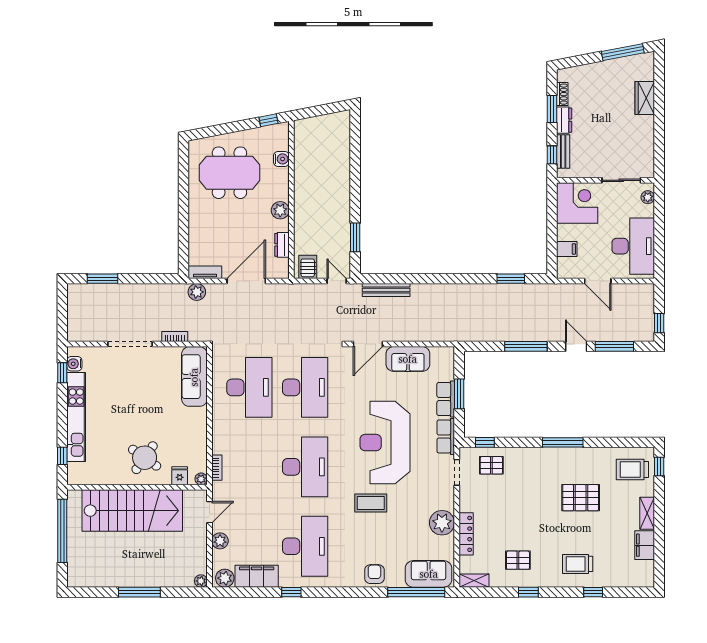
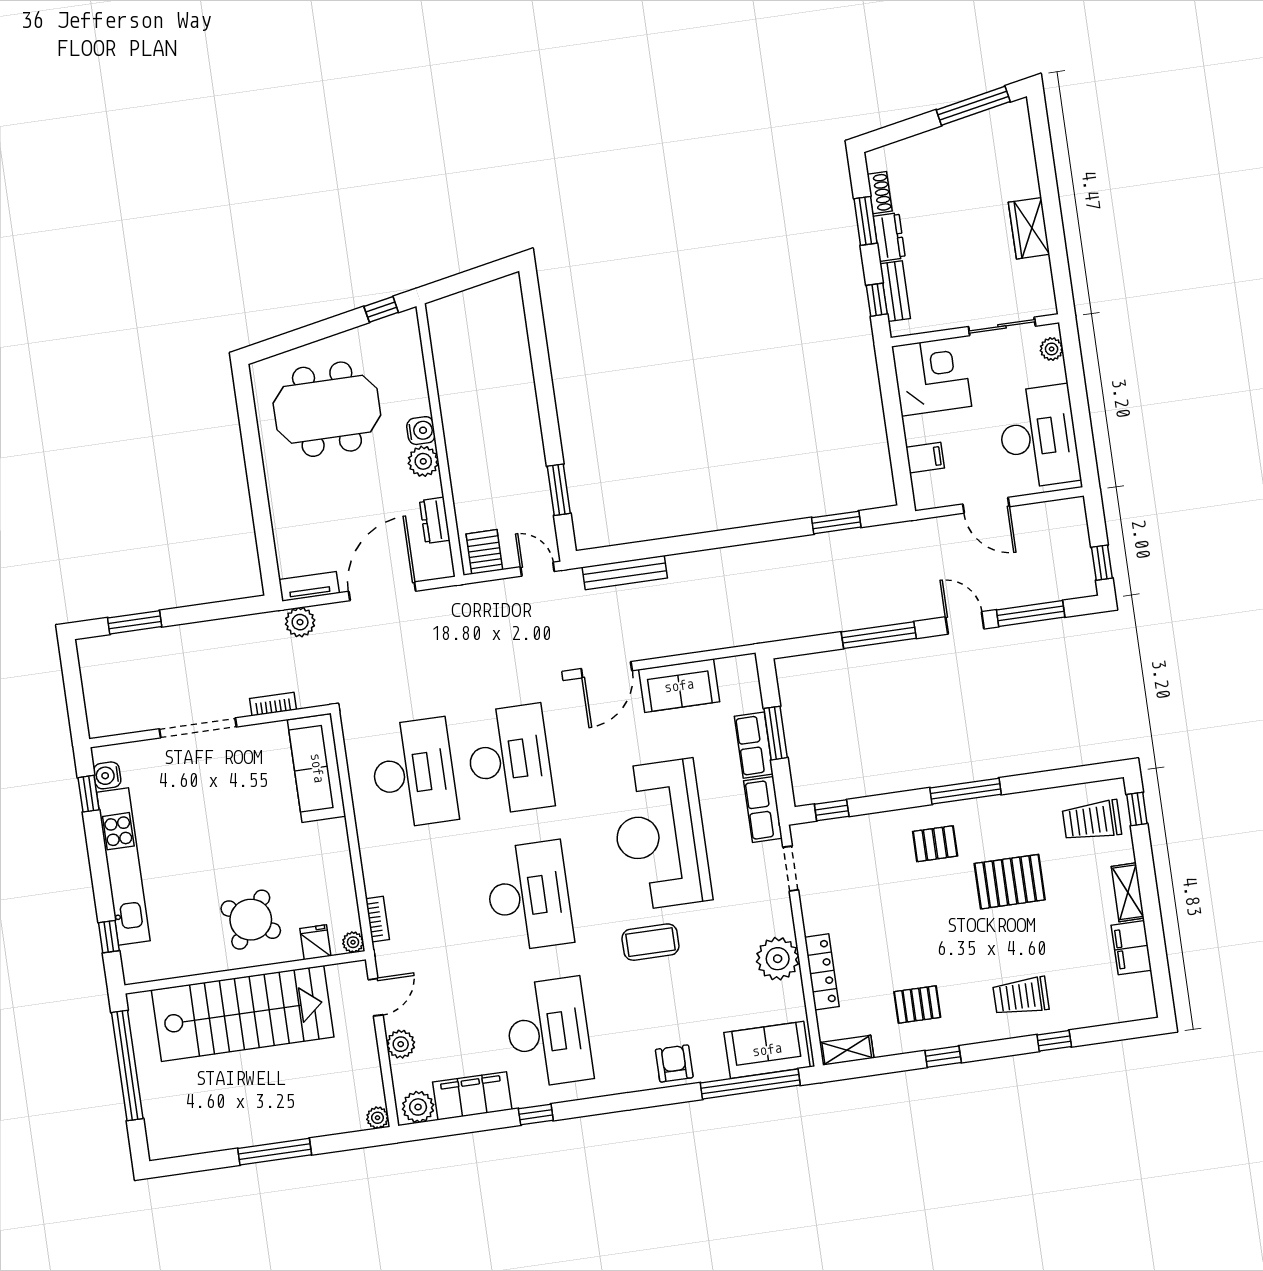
wardrobe: (645, 98) -> (1029, 228), moved
water cooler: (281, 159) -> (421, 431), moved
pallet: (491, 465) -> (935, 844), moved

